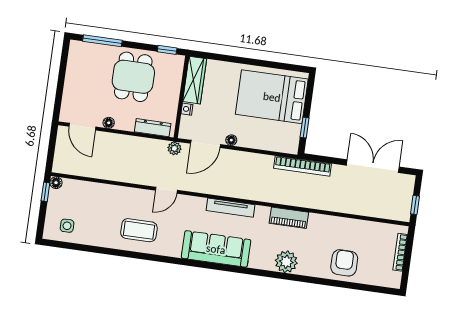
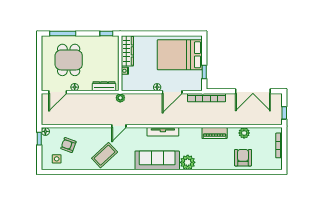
dining table: (133, 77) -> (69, 60), moved
door: (82, 127) -> (58, 92), hinge flipped
door: (205, 144) -> (172, 92), moved
double door: (373, 166) -> (253, 91), swing flipped
armchair: (87, 208) -> (68, 145), added
piano: (289, 218) -> (215, 133), moved
plant: (351, 226) -> (244, 133), added
coffee table: (139, 230) -> (105, 155), turned -43
plant: (286, 262) -> (188, 162), moved

